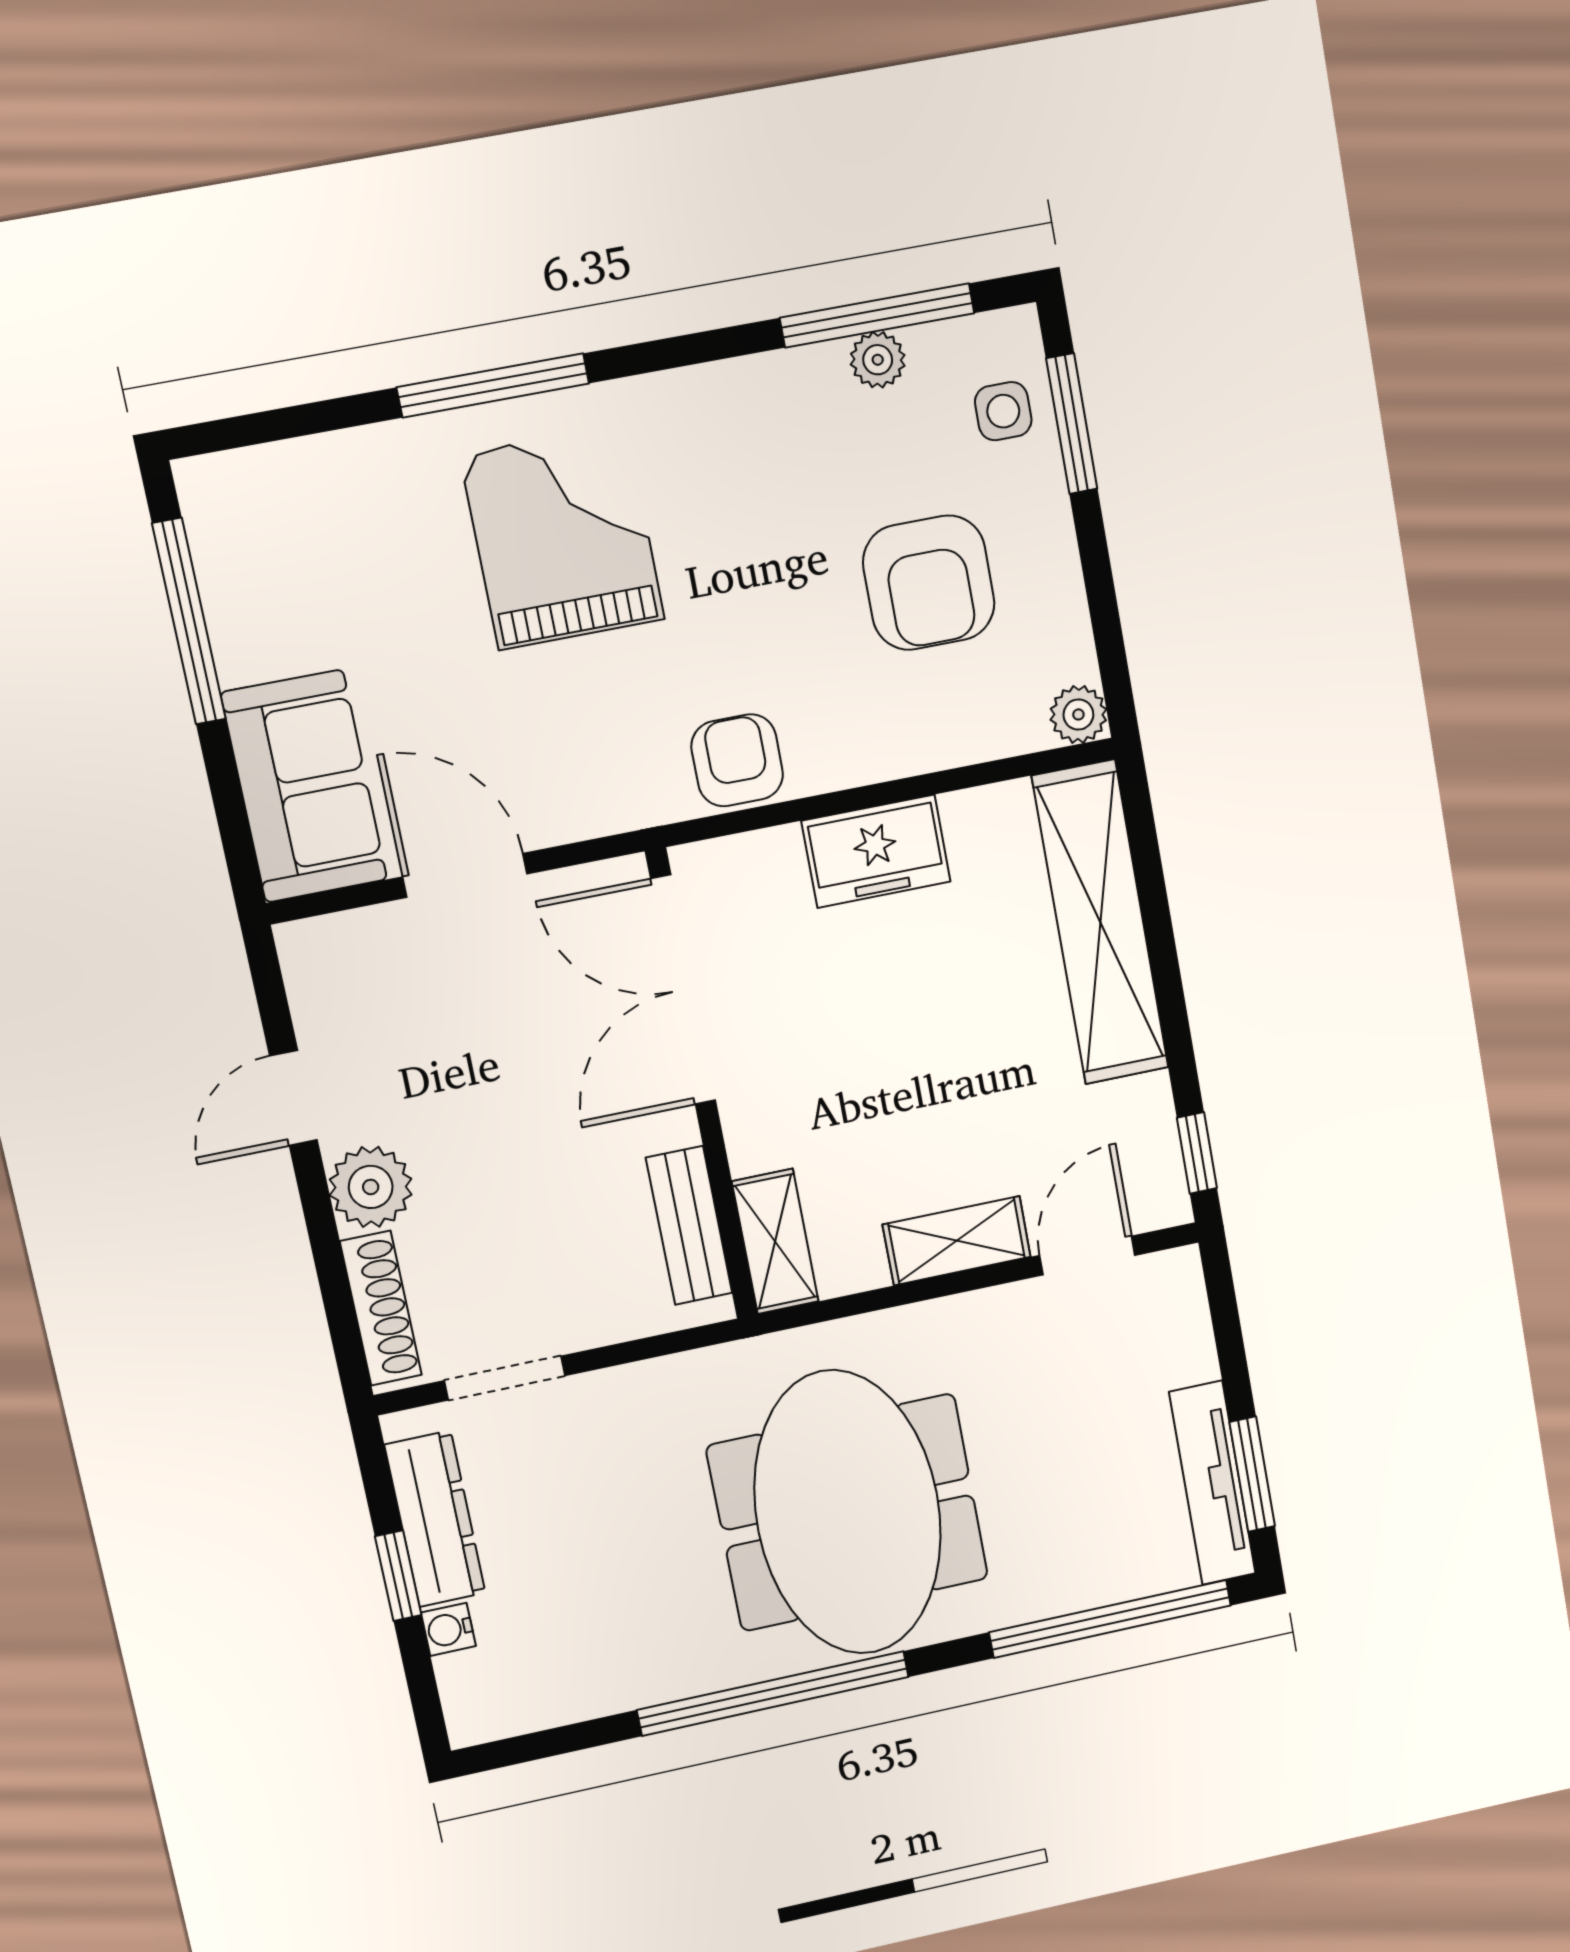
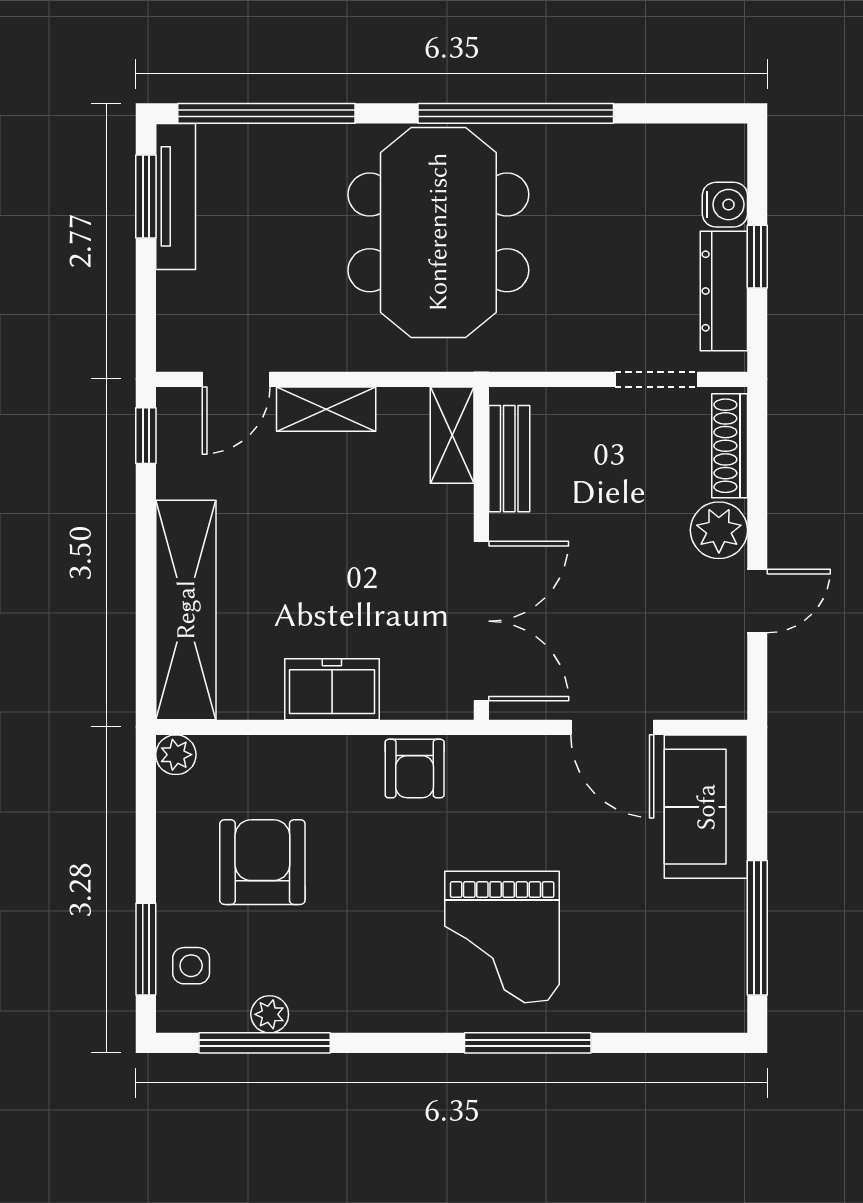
water cooler: (448, 1629) -> (725, 205), width x1.38, depth x1.38

